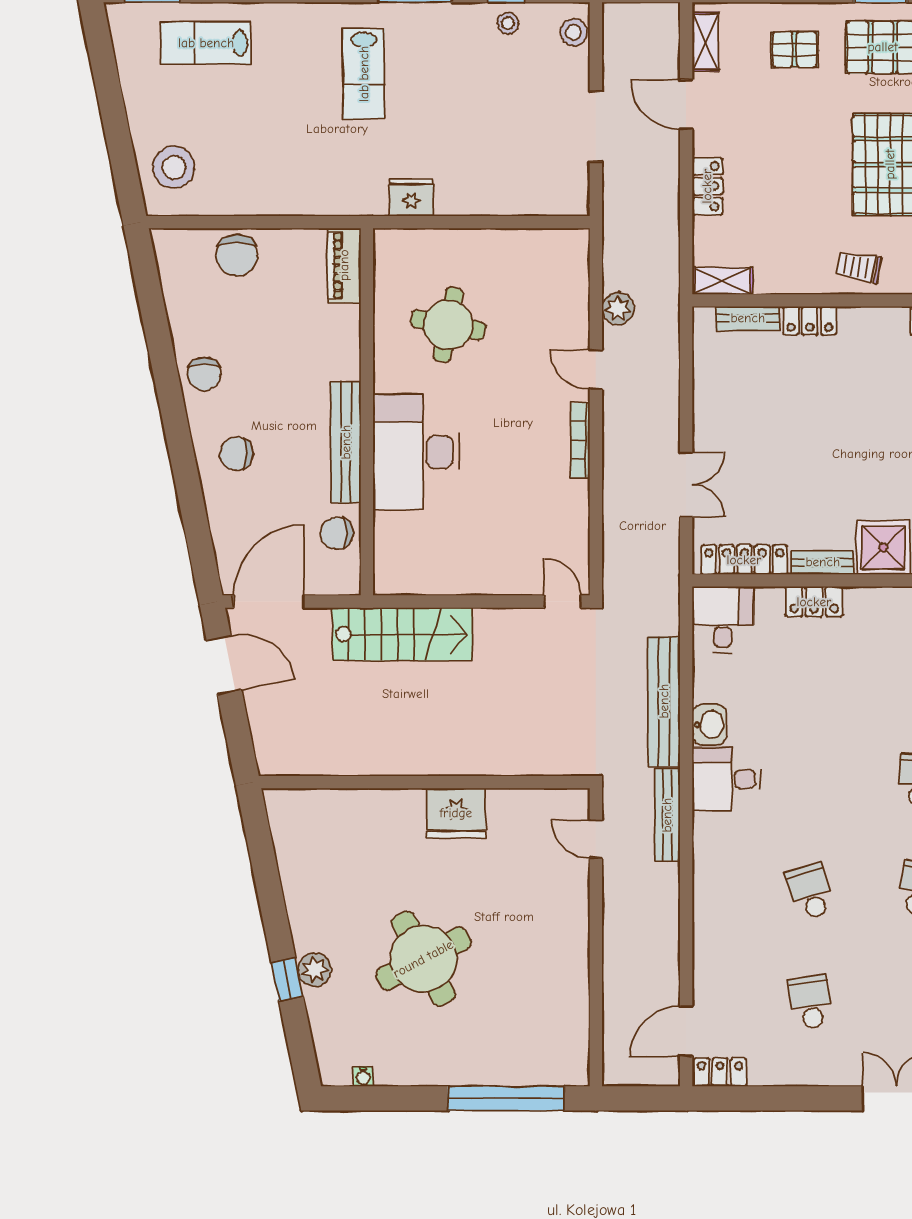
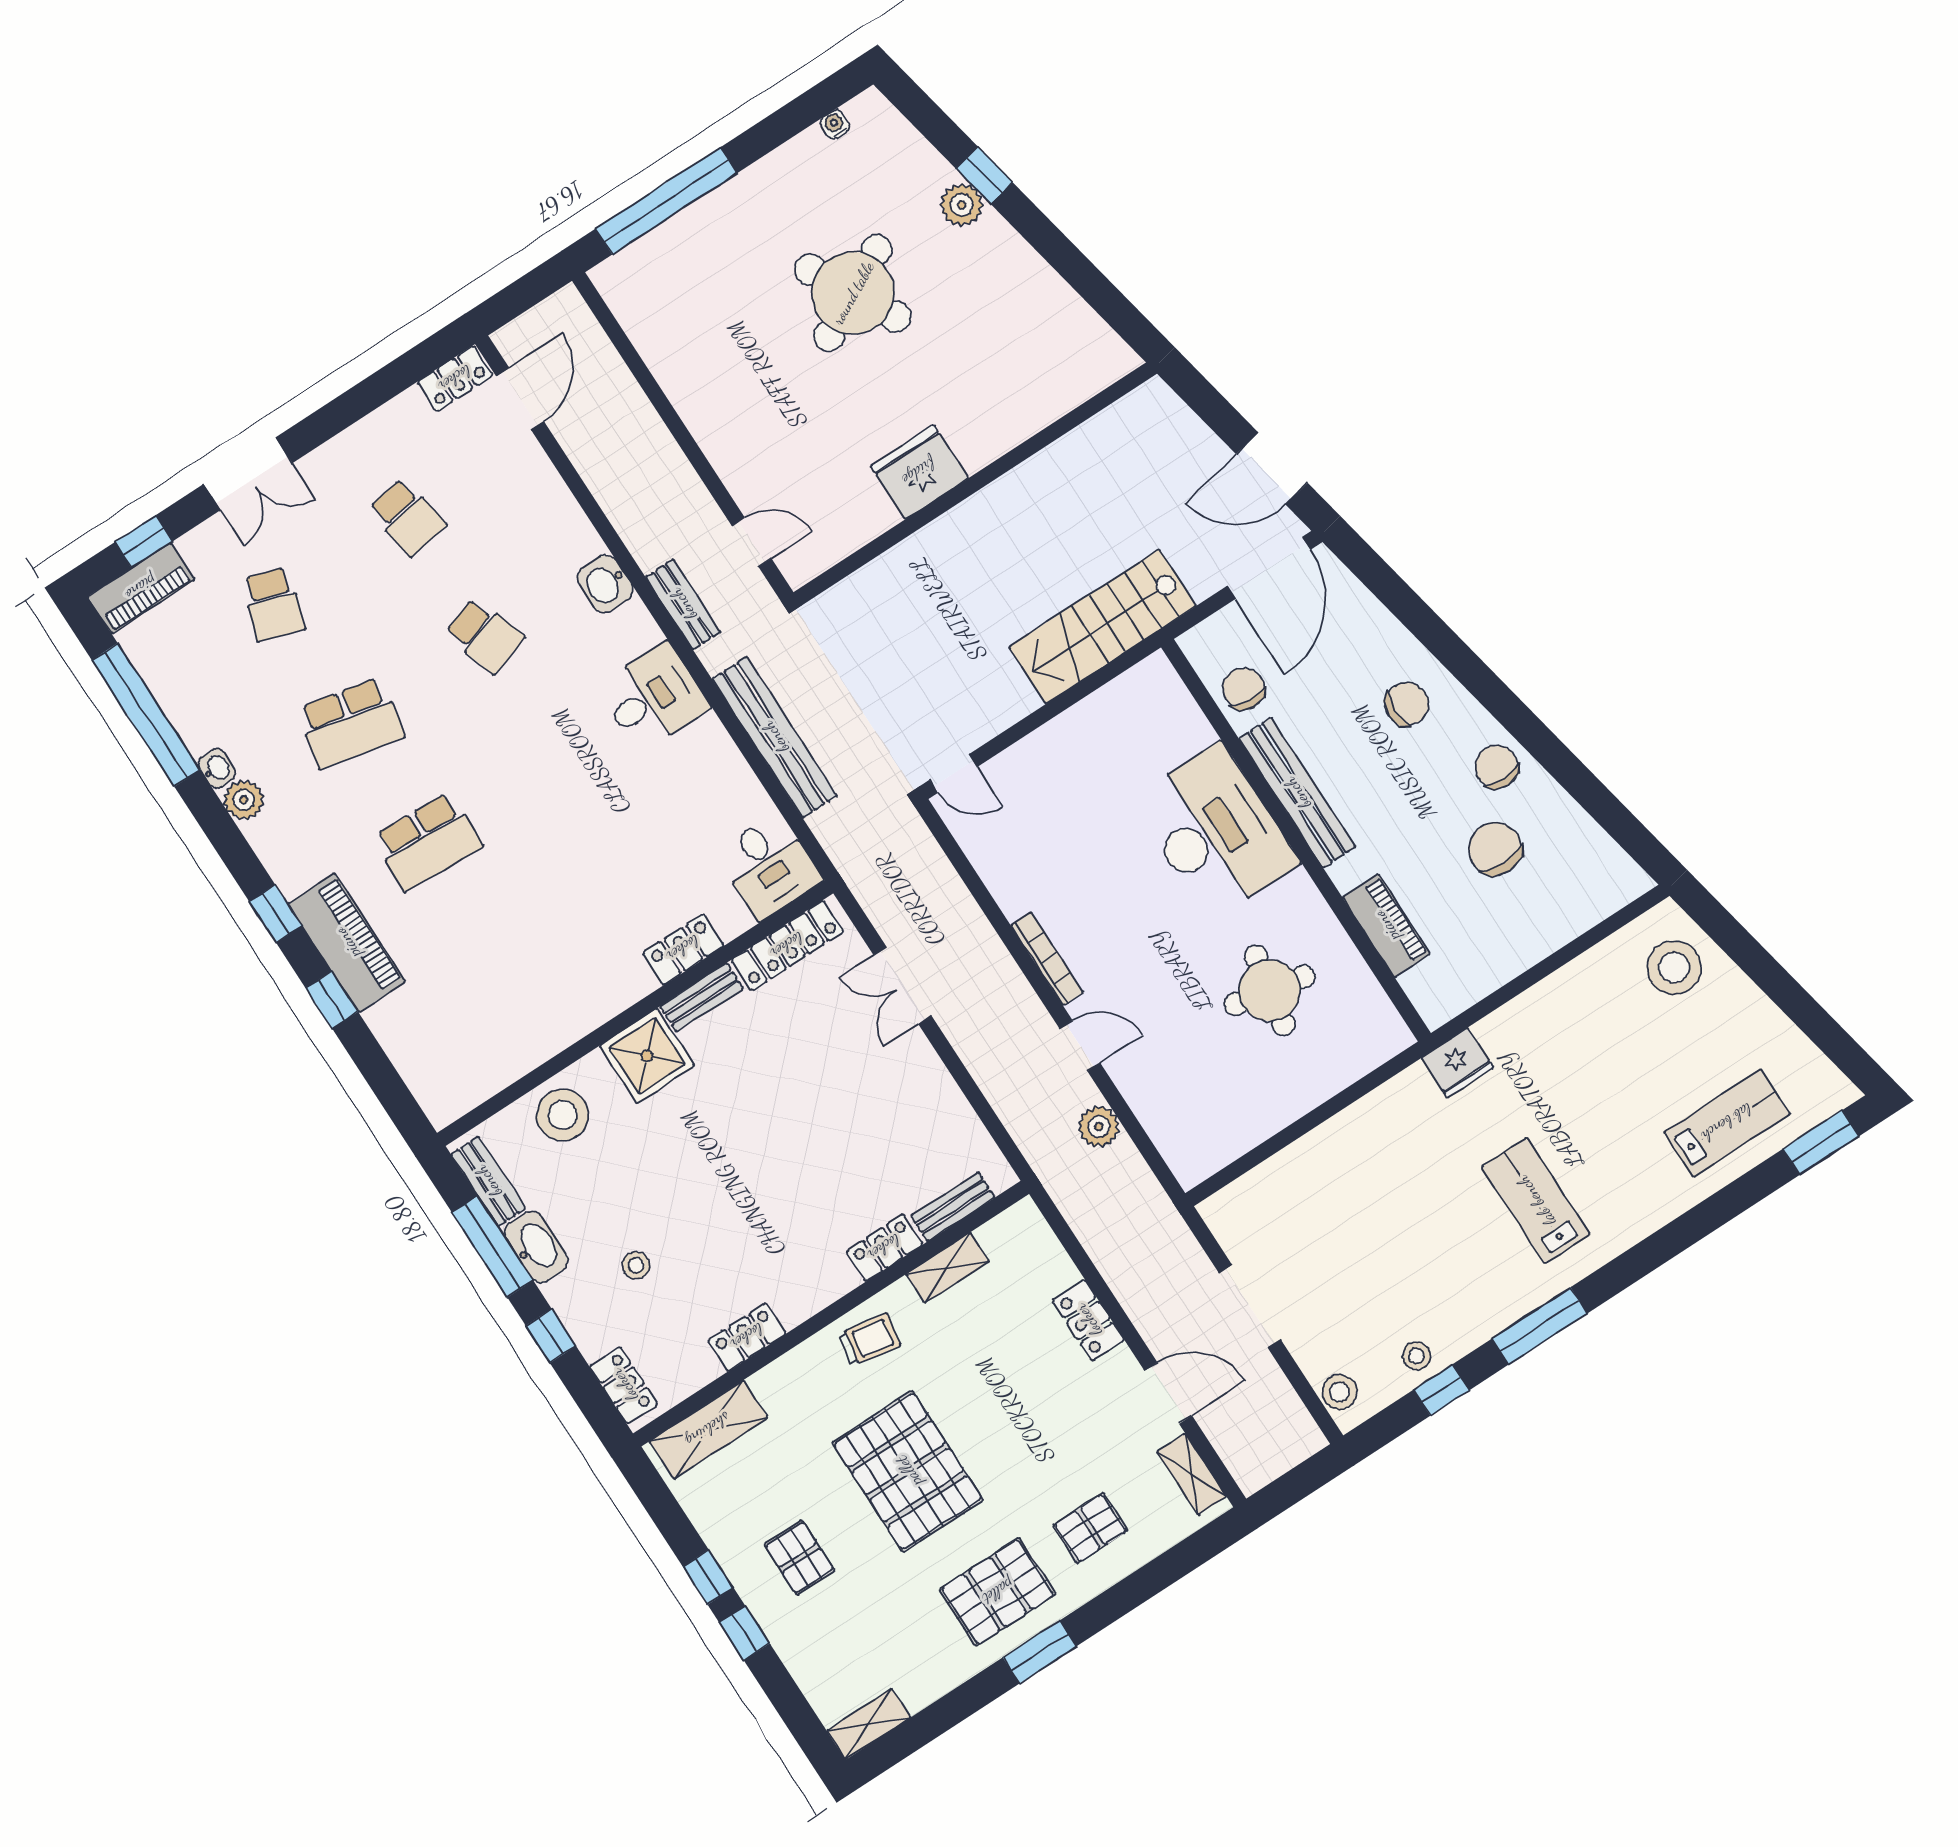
fridge: (411, 197) -> (1457, 1063), moved
chair: (237, 255) -> (1495, 849), moved
piano: (344, 265) -> (1386, 926), moved
shelving: (722, 281) -> (947, 1268), moved
chair: (337, 533) -> (1244, 689), turned -85
washbasin: (709, 725) -> (605, 584), moved
bench: (667, 815) -> (683, 604), width x0.73

